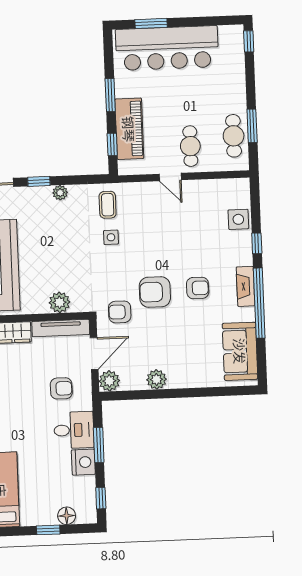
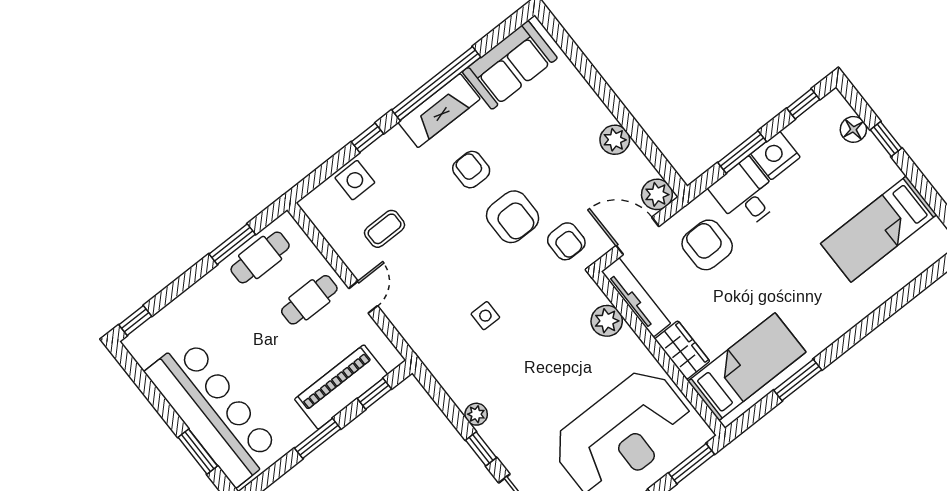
coffee table: (108, 205) -> (385, 229), moved
fireplace: (245, 286) -> (439, 111), width x1.37, depth x1.32
armchair: (61, 388) -> (707, 245), width x1.38, depth x1.38

